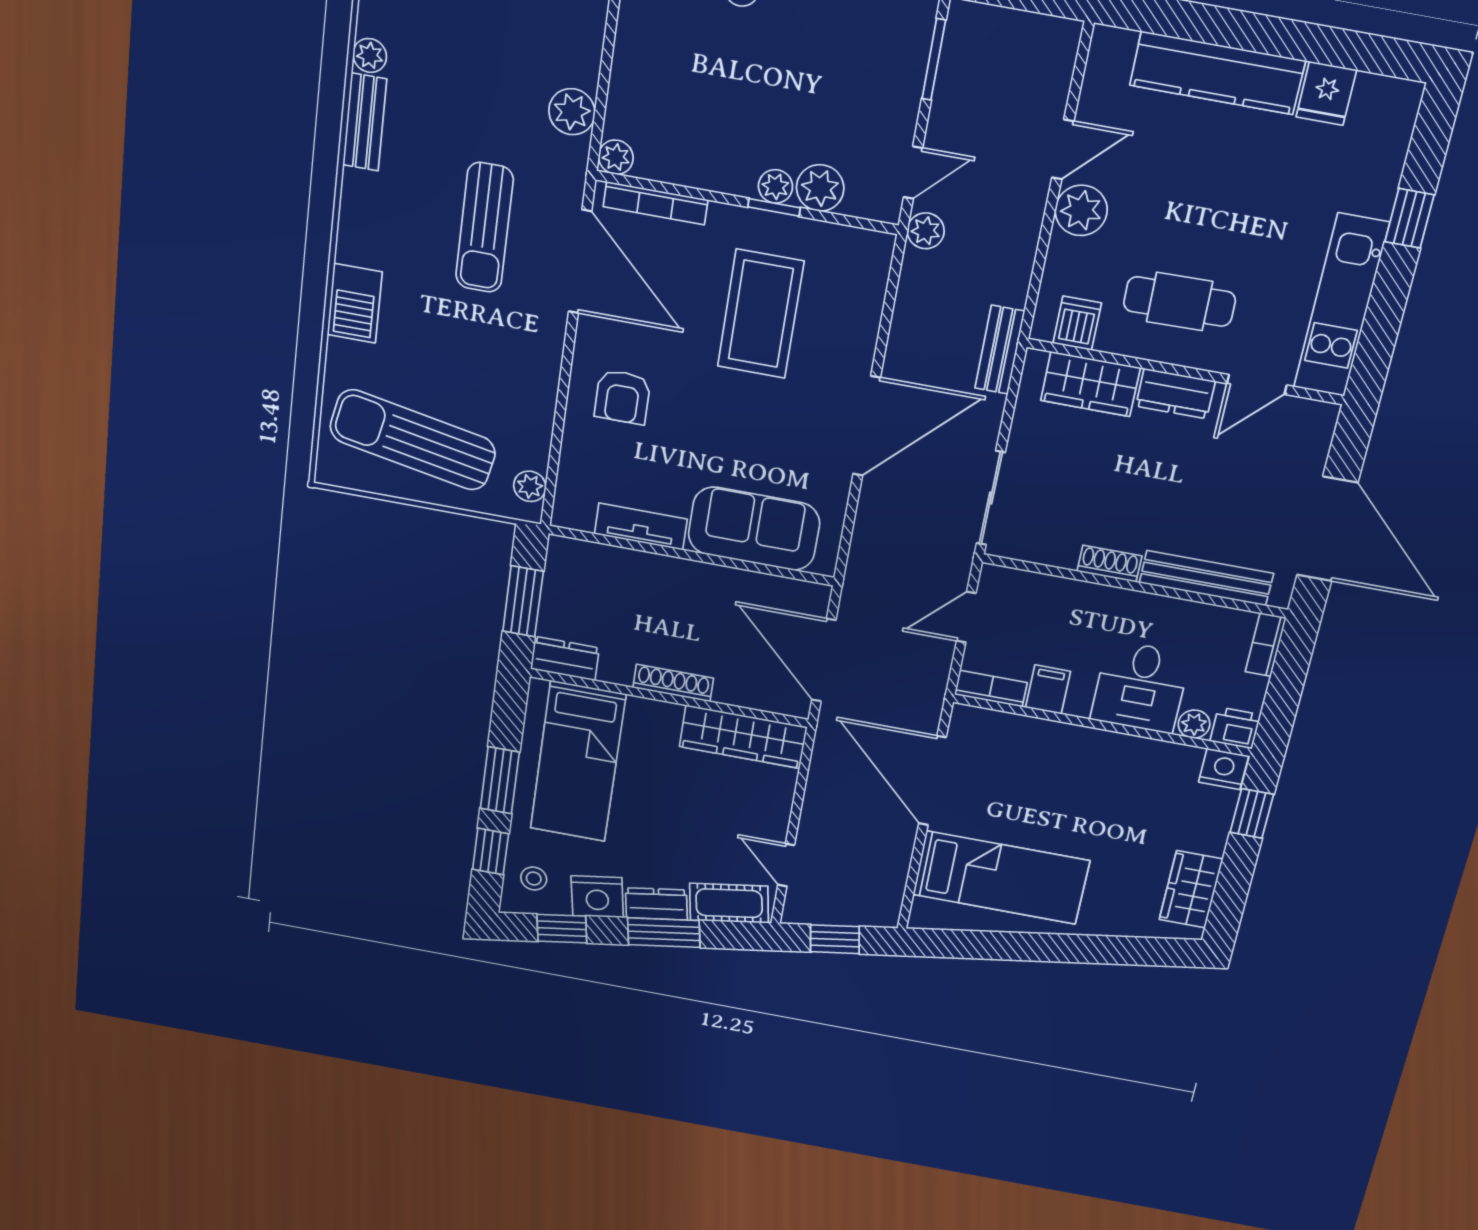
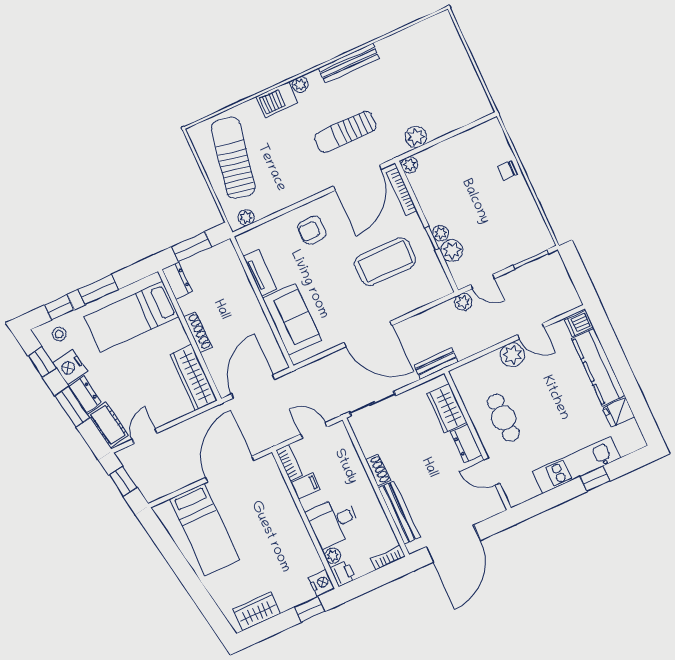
plant: (370, 55) -> (300, 85), moved
bench: (365, 122) -> (349, 63), width x1.36
kitchen unit: (1341, 306) -> (577, 465), moved
dishwasher: (1077, 323) -> (579, 323), moved, turned 180

